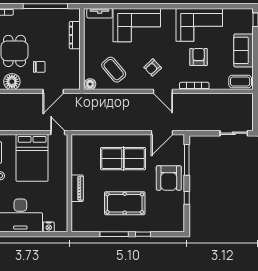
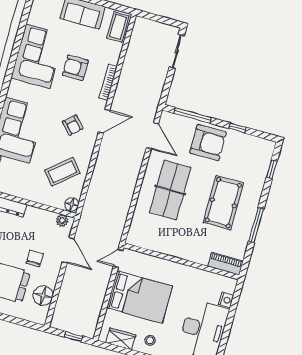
plant: (75, 80) -> (62, 220), added
piano: (77, 188) -> (225, 264), moved
window: (143, 234) -> (272, 169), moved

